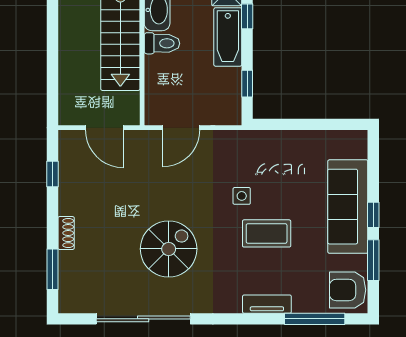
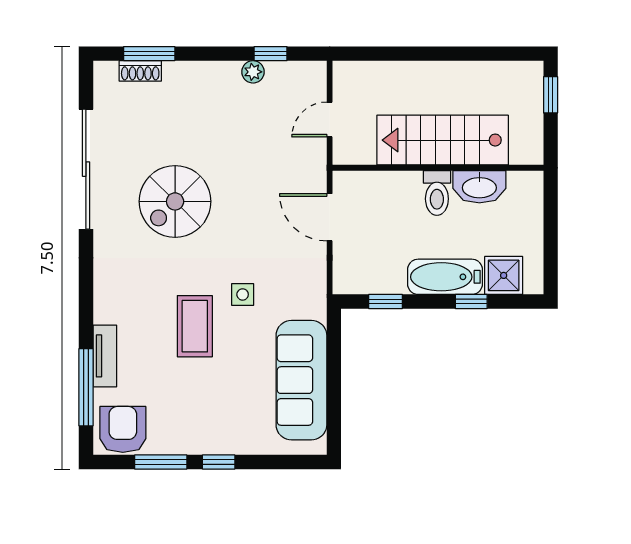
door: (104, 128) -> (330, 119), width x0.73
plant: (67, 188) -> (253, 72), added
sofa: (348, 207) -> (301, 380), moved, turned -90
shoe rack: (66, 233) -> (140, 71), moved
spiral stairs: (169, 249) -> (175, 201), turned 90
tv unit: (267, 304) -> (105, 356), moved

